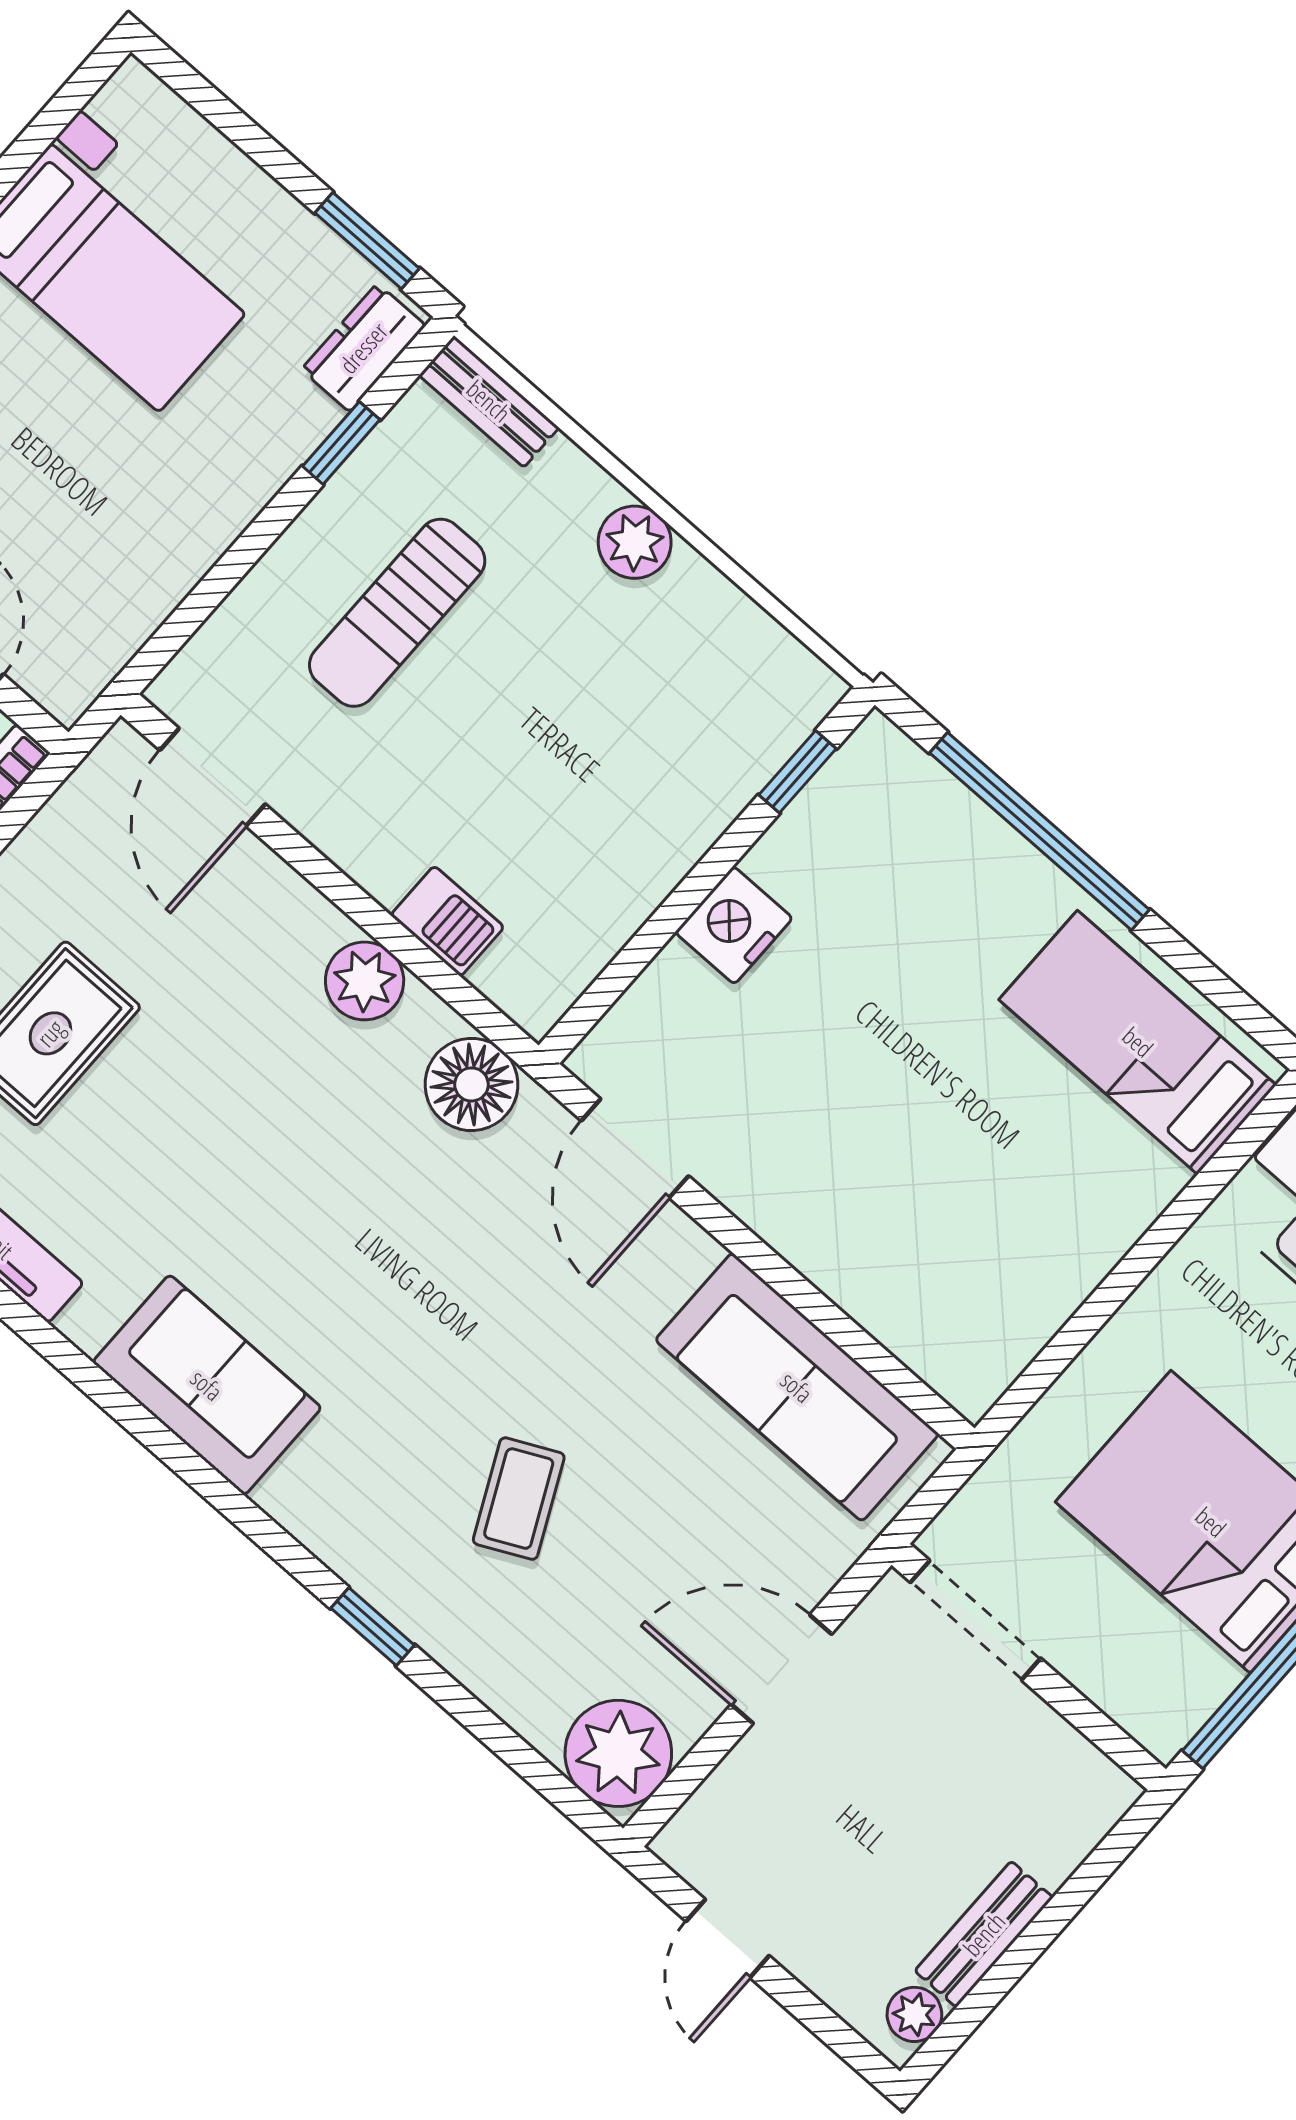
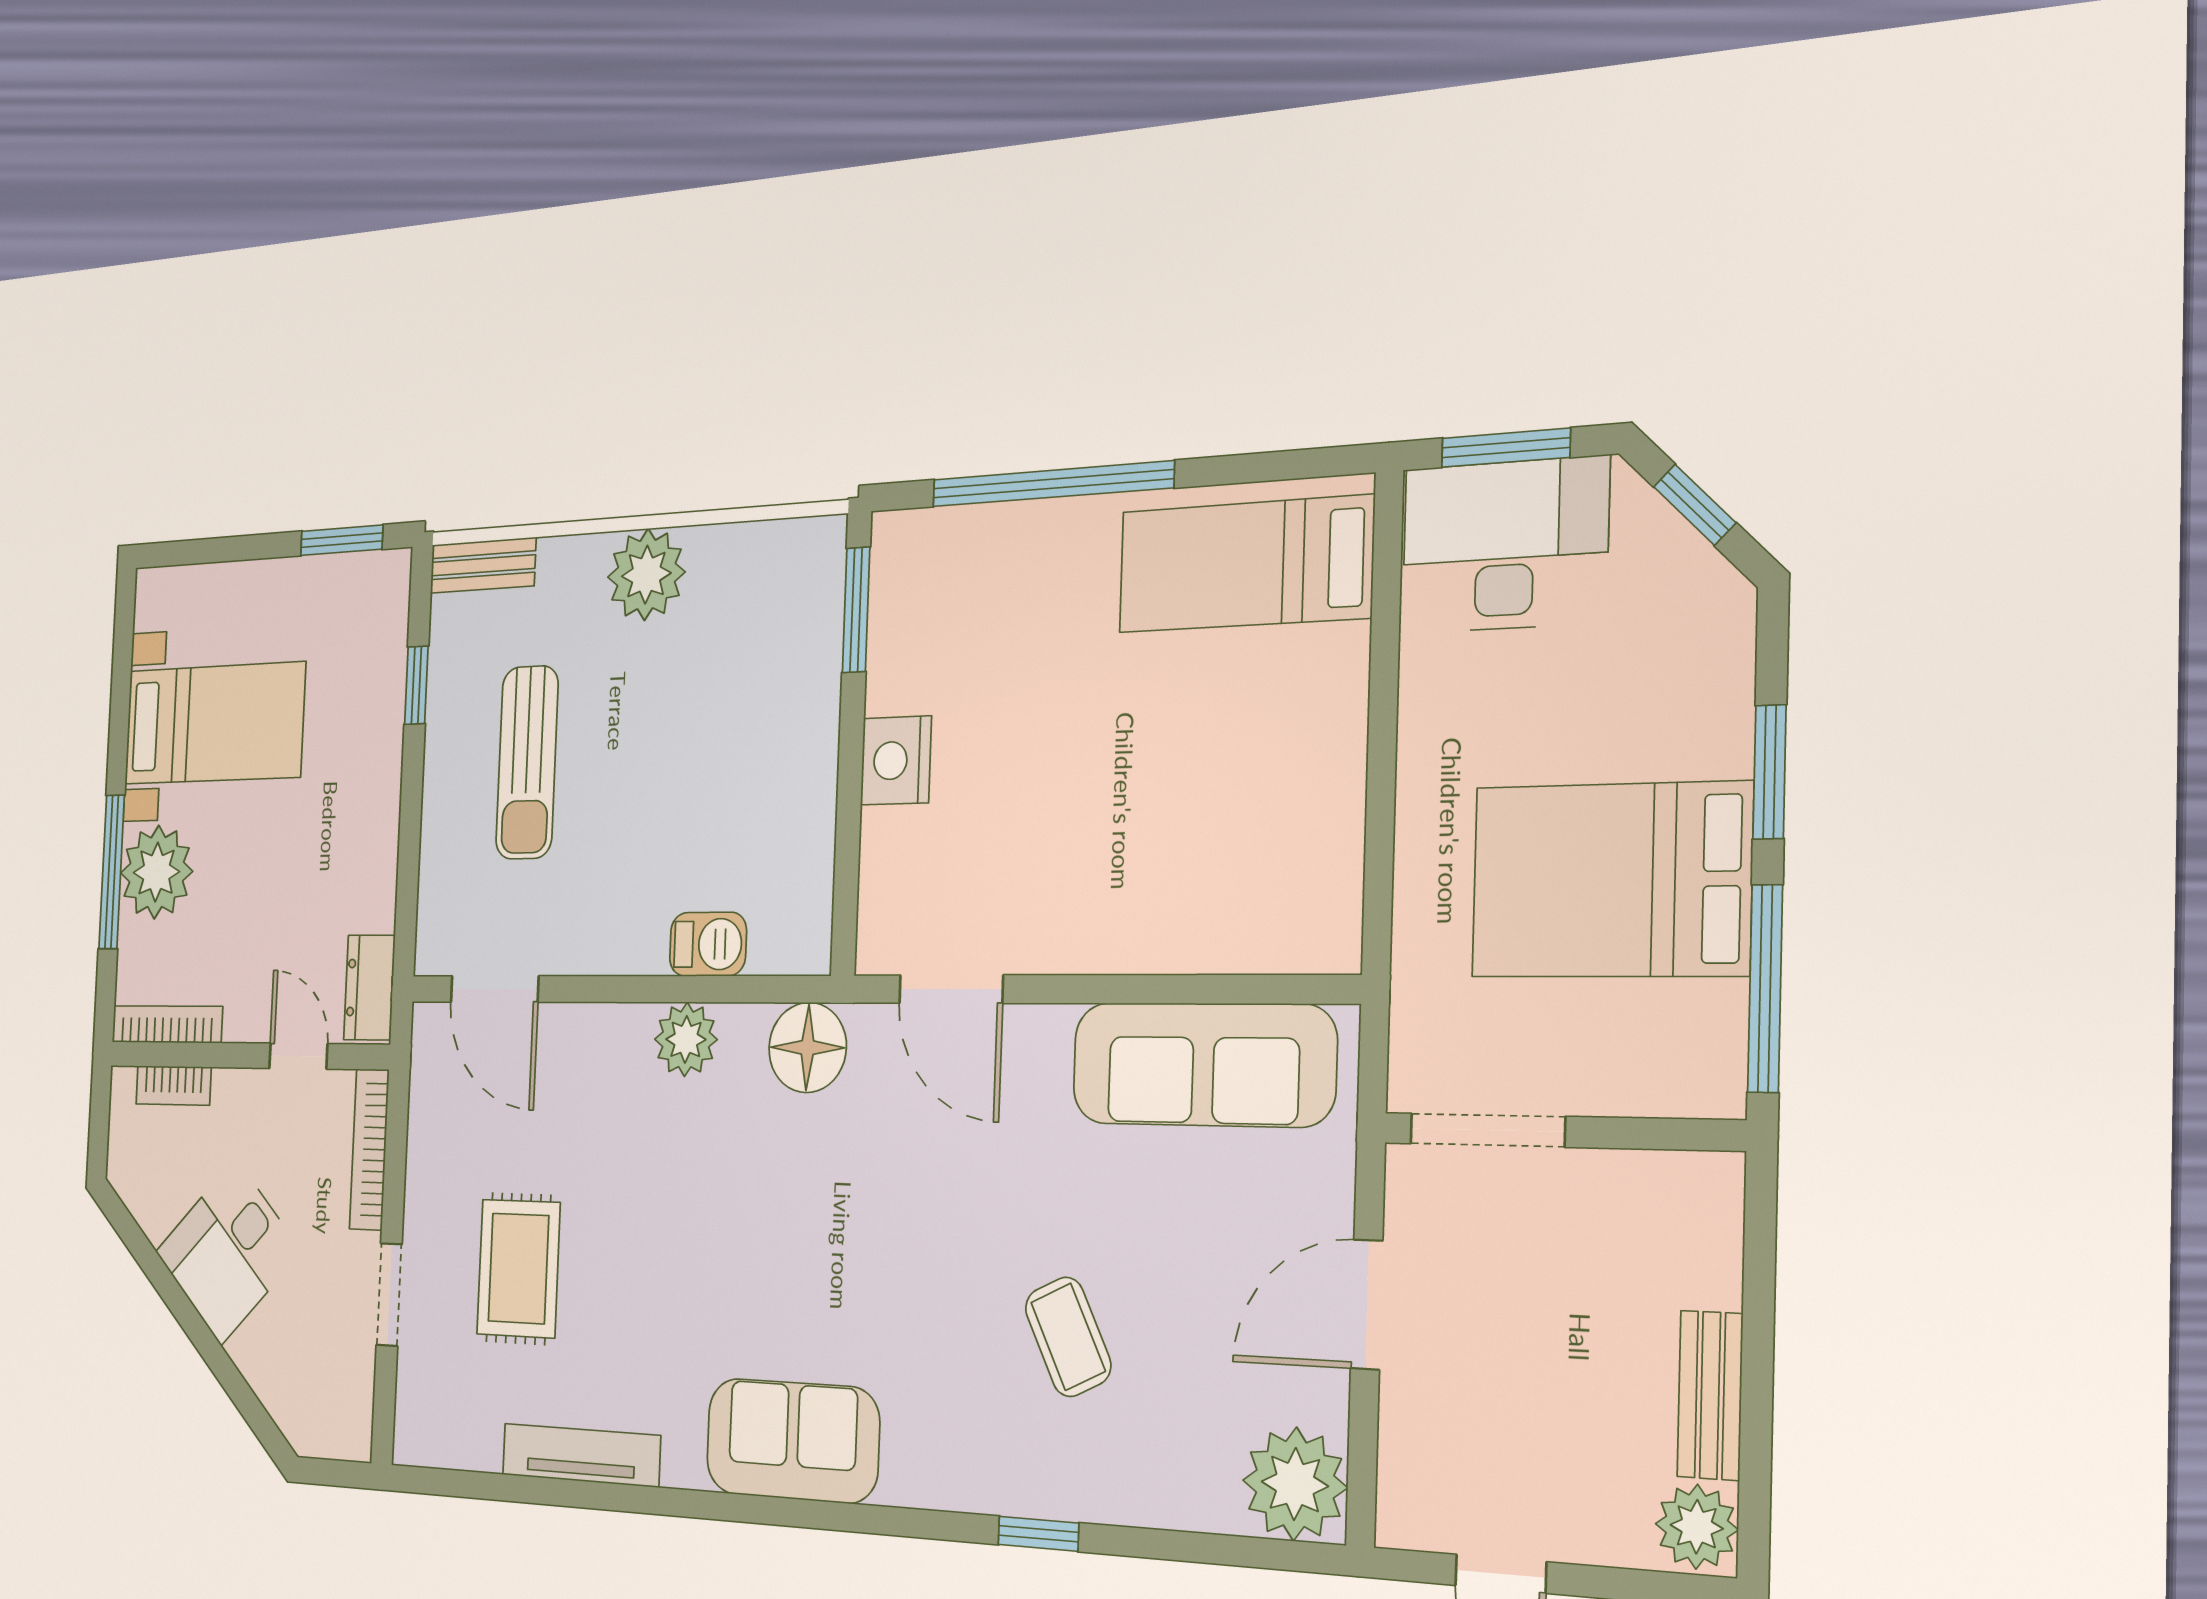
dresser: (363, 348) -> (369, 988), moved
plant: (635, 542) -> (646, 575), width x1.36, depth x1.36
window: (797, 772) -> (856, 610), width x1.50
plant: (914, 2014) -> (1697, 1527), width x1.38, depth x1.38

